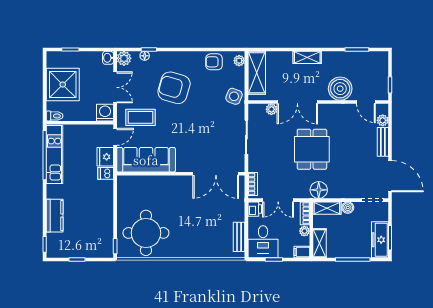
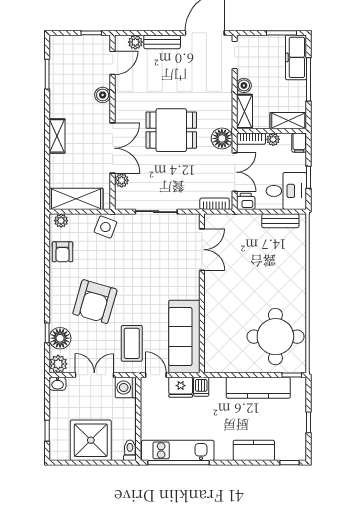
floor lamp: (145, 56) -> (60, 338), width x1.89, depth x1.89
boiler: (340, 89) -> (103, 95), width x0.54, depth x0.54
double door: (216, 174) -> (202, 250), width x0.73
floor lamp: (319, 190) -> (222, 138), moved
kitchen counter: (105, 219) -> (258, 388), added
freezer: (380, 240) -> (296, 57), moved, turned 90

